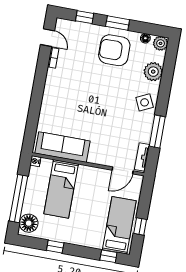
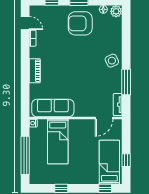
plant: (153, 72) -> (114, 35), removed
piano: (49, 98) -> (35, 71), added
floor lamp: (29, 223) -> (37, 174), removed

